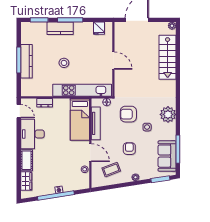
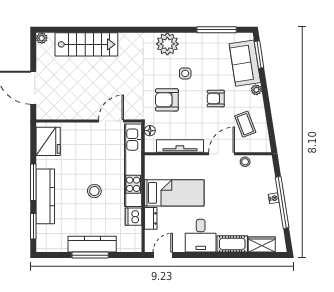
kitchen counter: (60, 28) -> (45, 196), width x1.50
fridge: (99, 28) -> (48, 141), width x1.88, depth x1.34
door: (113, 61) -> (111, 121), moved
dishwasher: (46, 91) -> (134, 217), added
armchair: (128, 114) -> (167, 100), turned 90
bed: (80, 119) -> (174, 193), moved
desk: (32, 134) -> (201, 236), width x0.73
sofa: (167, 156) -> (245, 63), moved, turned 81

